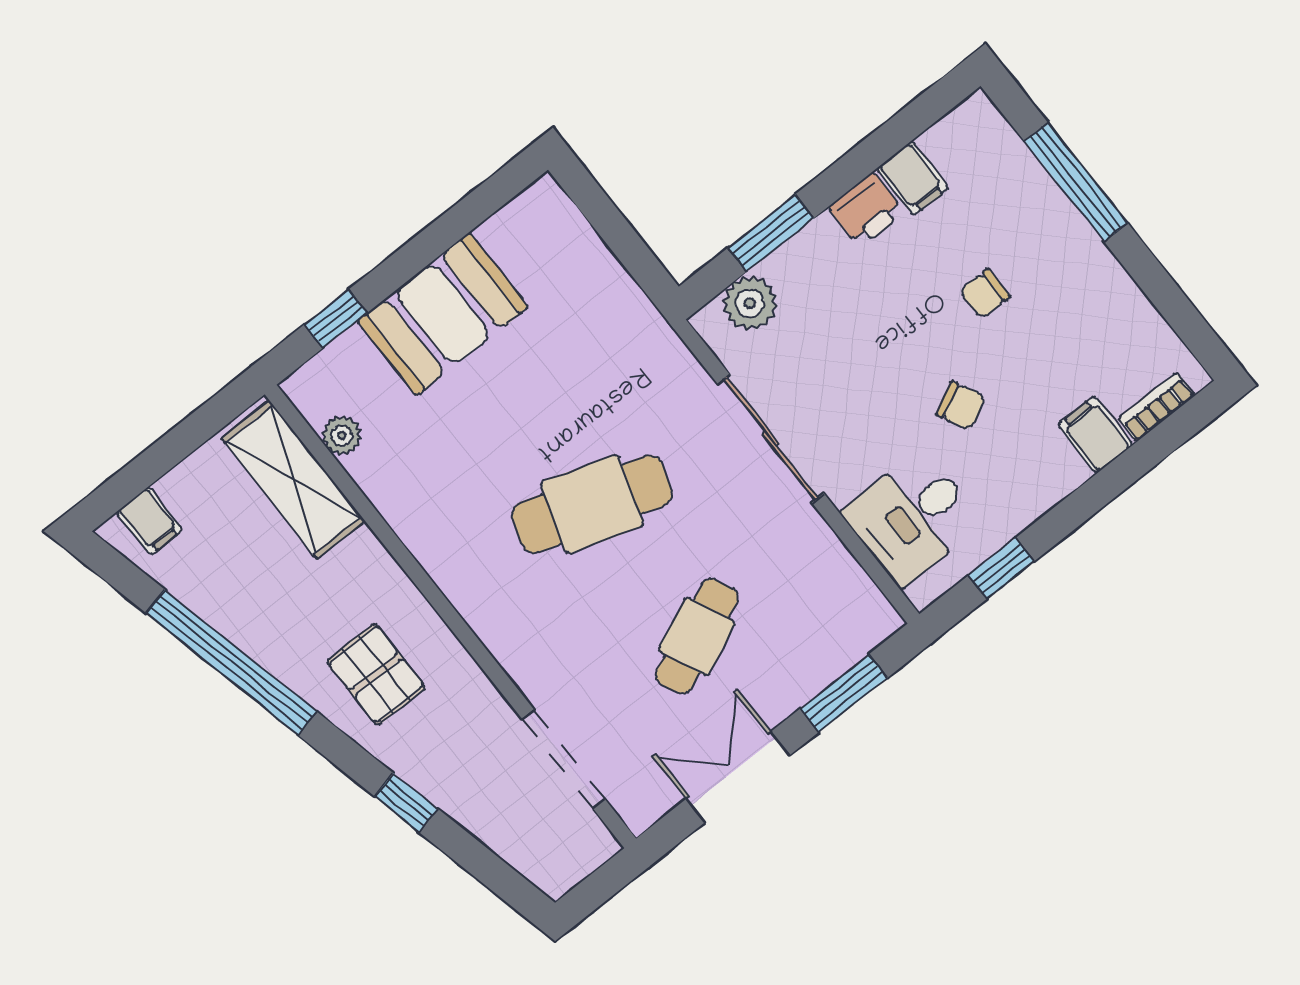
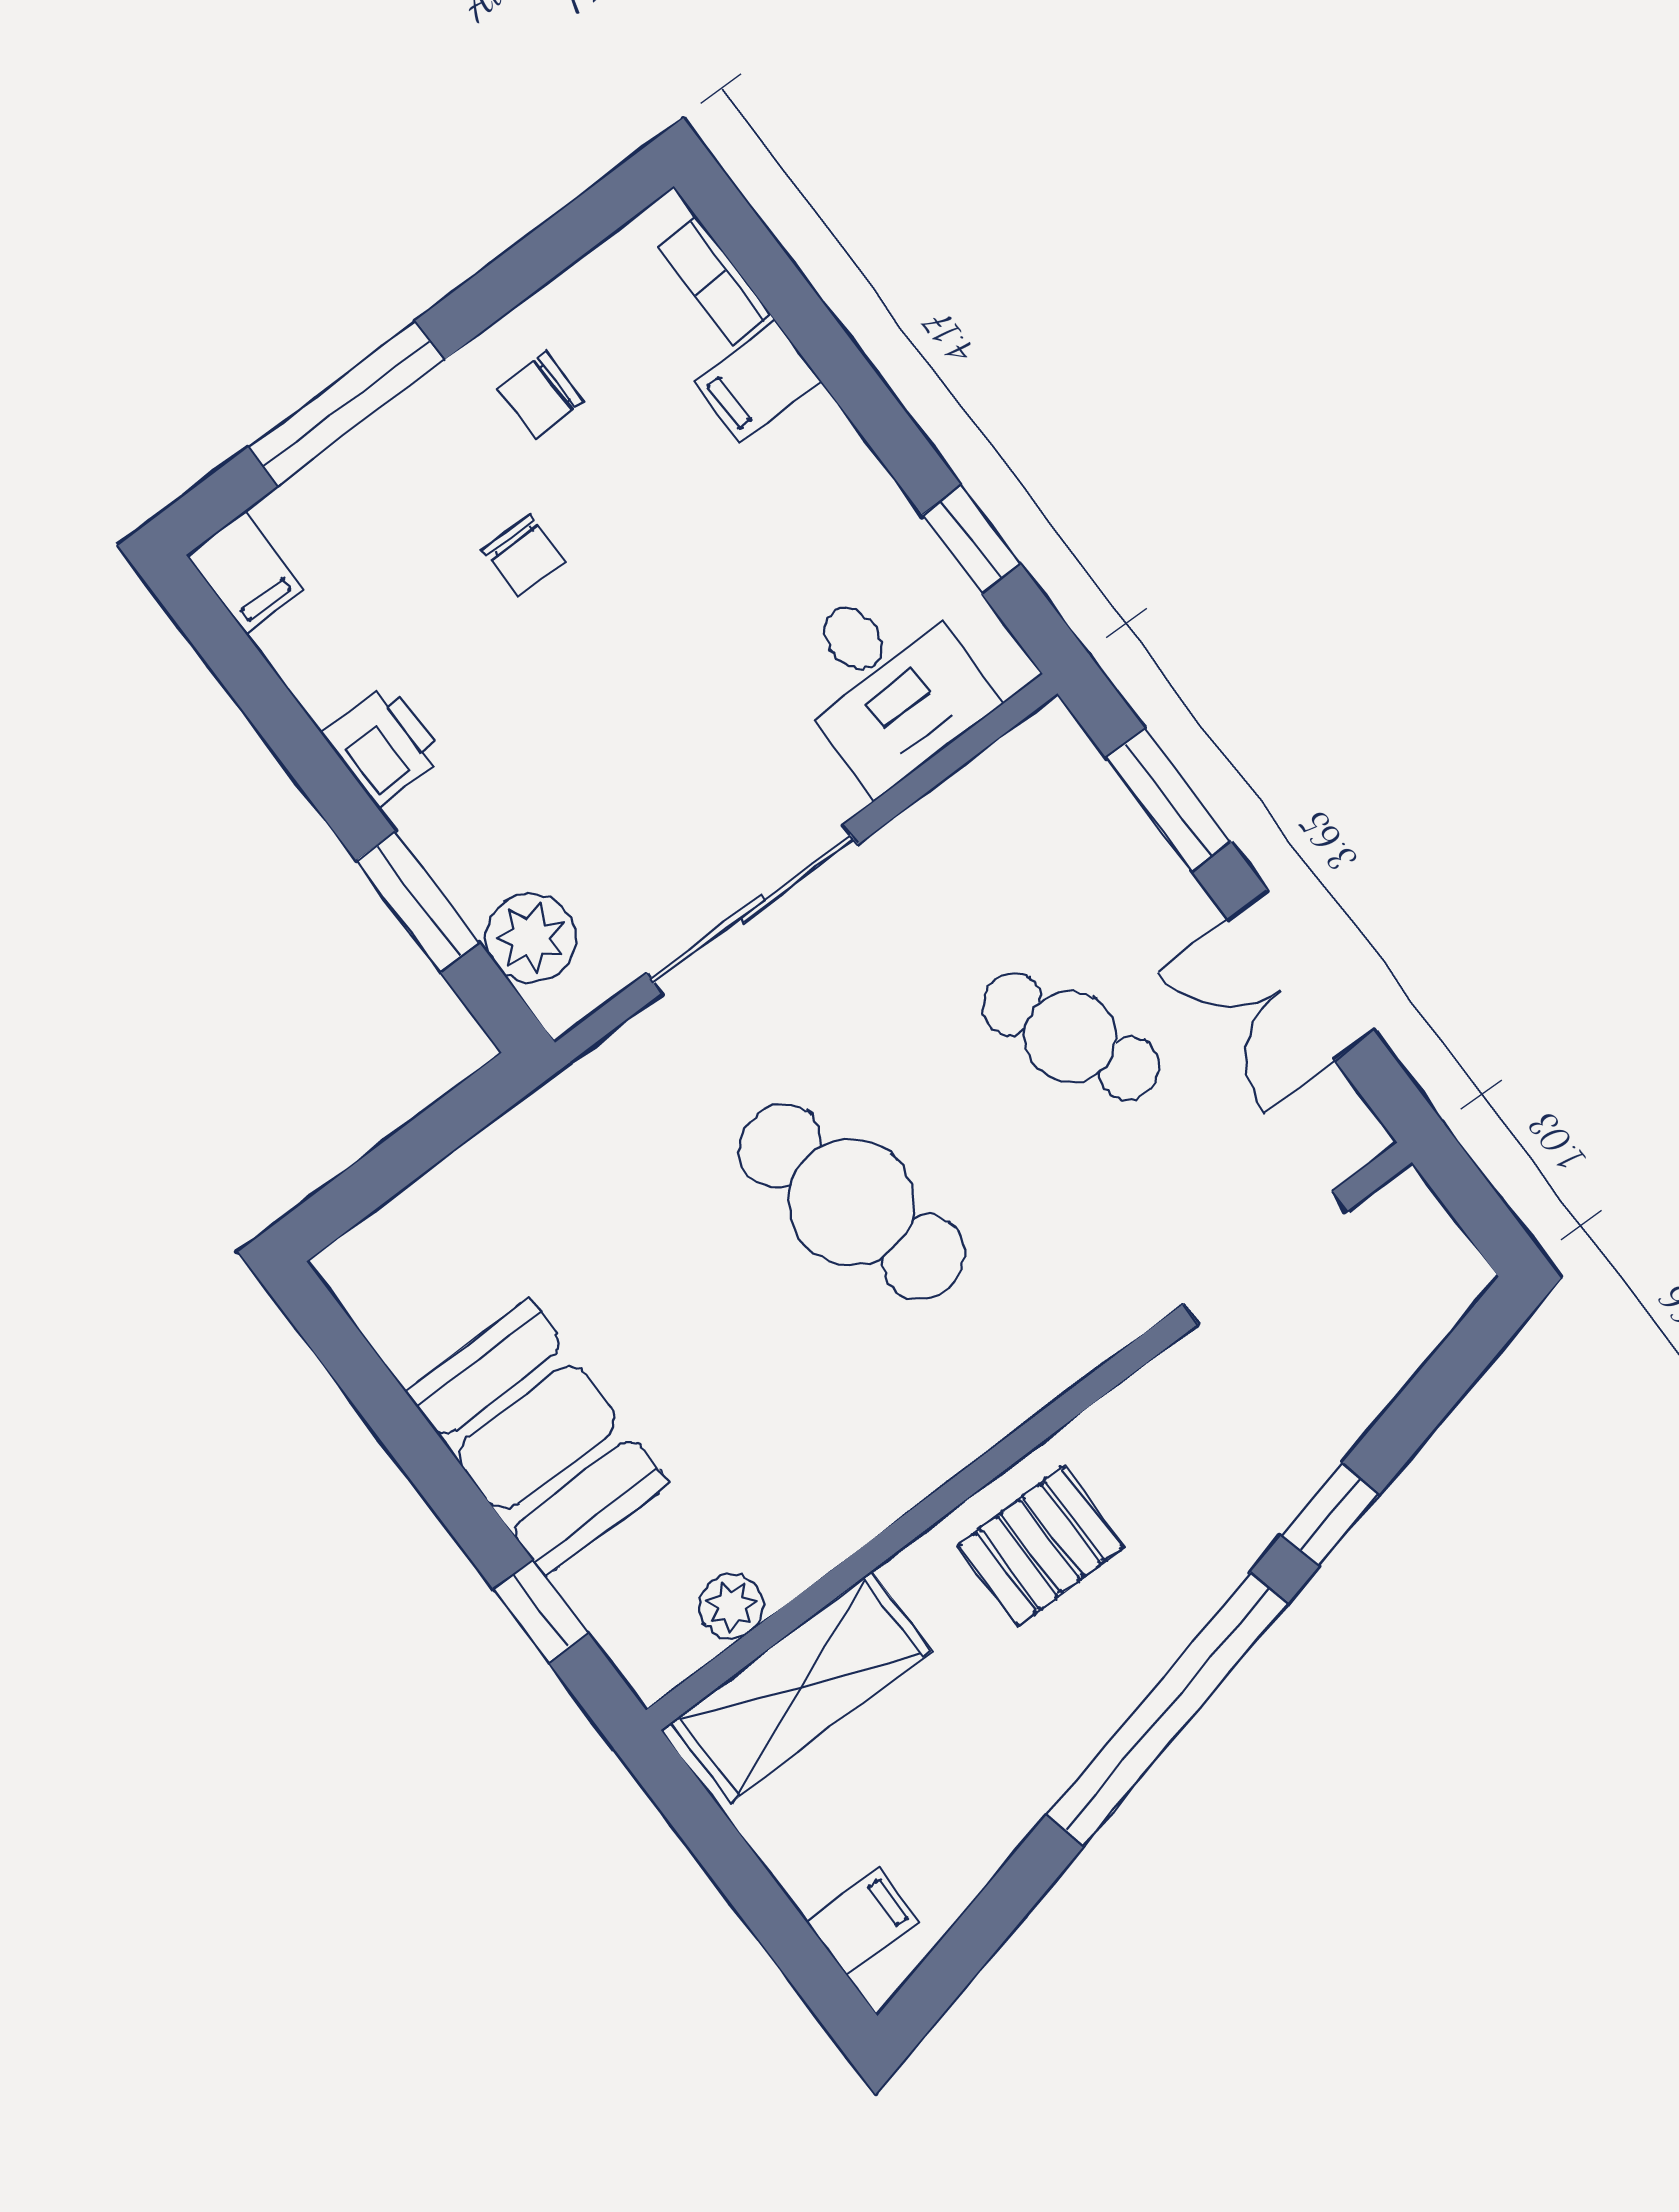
filing cabinet: (913, 178) -> (245, 572), moved, turned 90
chair: (961, 406) -> (540, 395), moved, turned -153
cafe table: (592, 504) -> (852, 1202), turned -33
window: (231, 662) -> (1167, 1709), moved
pallet: (376, 674) -> (1040, 1546), moved

